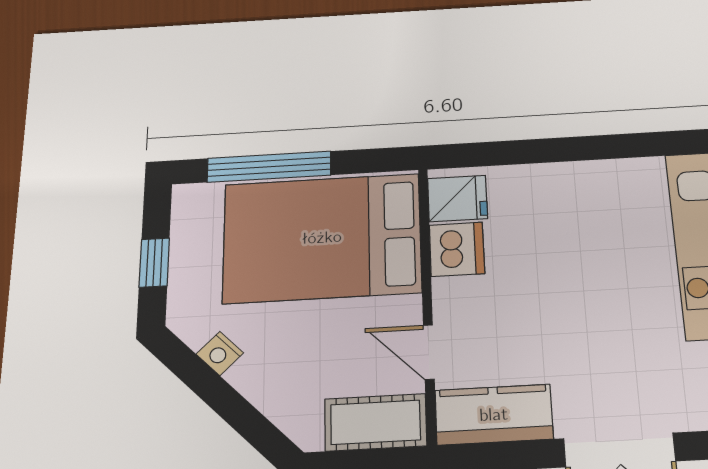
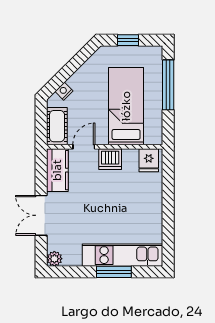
bed: (322, 238) -> (126, 106), width x0.67
dishwasher: (457, 249) -> (110, 159), moved
nightstand: (220, 353) -> (64, 91), moved

